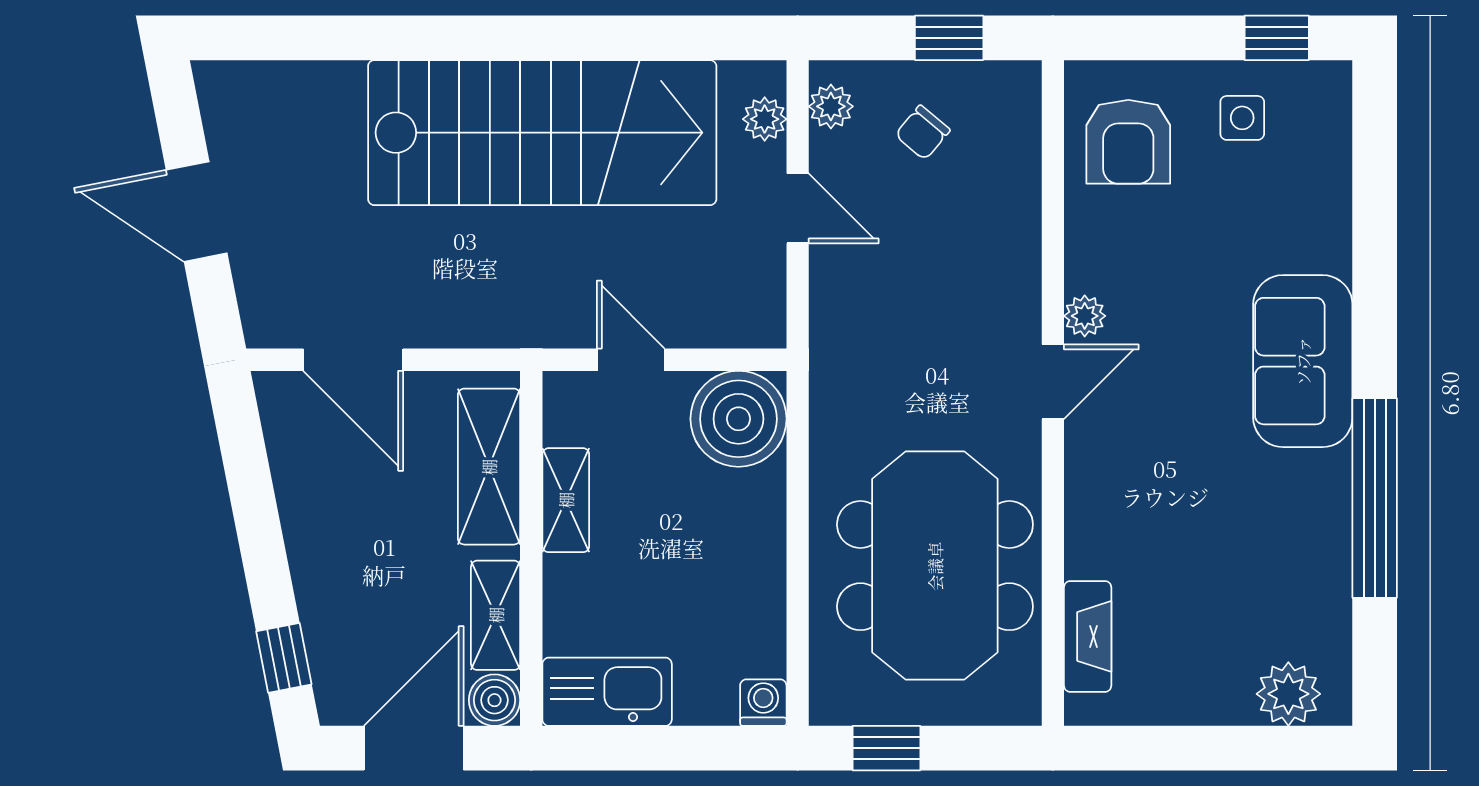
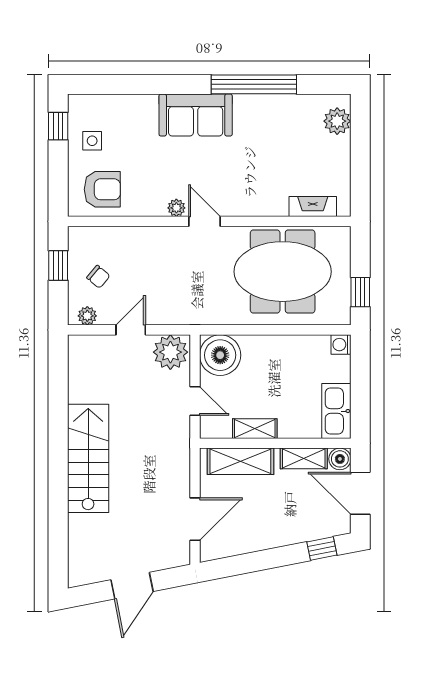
plant: (765, 119) -> (170, 352), moved, width x1.88, depth x1.88
stairs: (542, 133) -> (88, 458), width x0.73, depth x0.66
door: (631, 360) -> (195, 401), swing flipped

